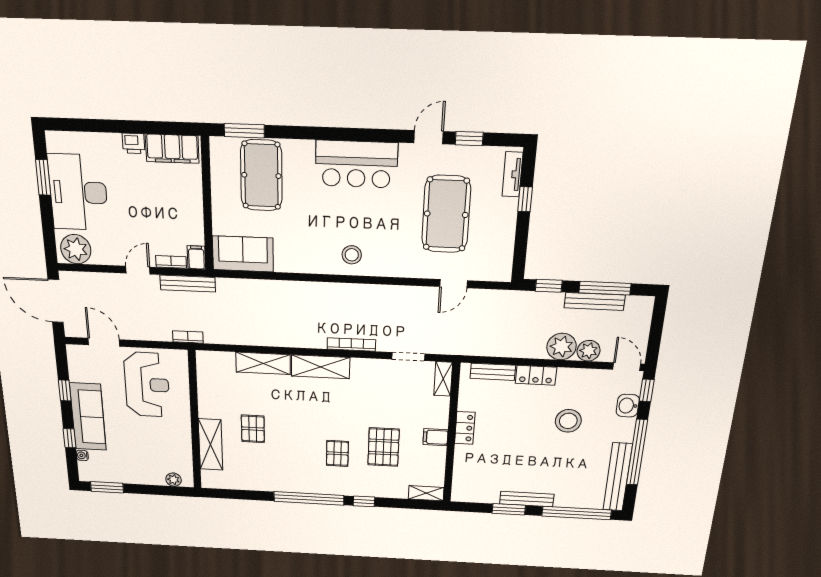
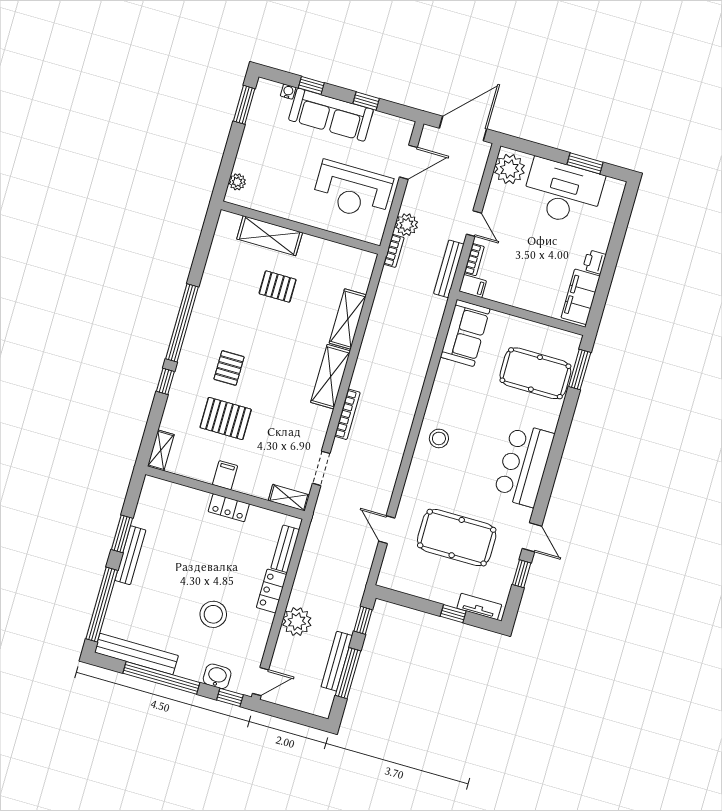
plant: (589, 351) -> (407, 225), moved
pallet: (337, 453) -> (229, 368), turned 90

